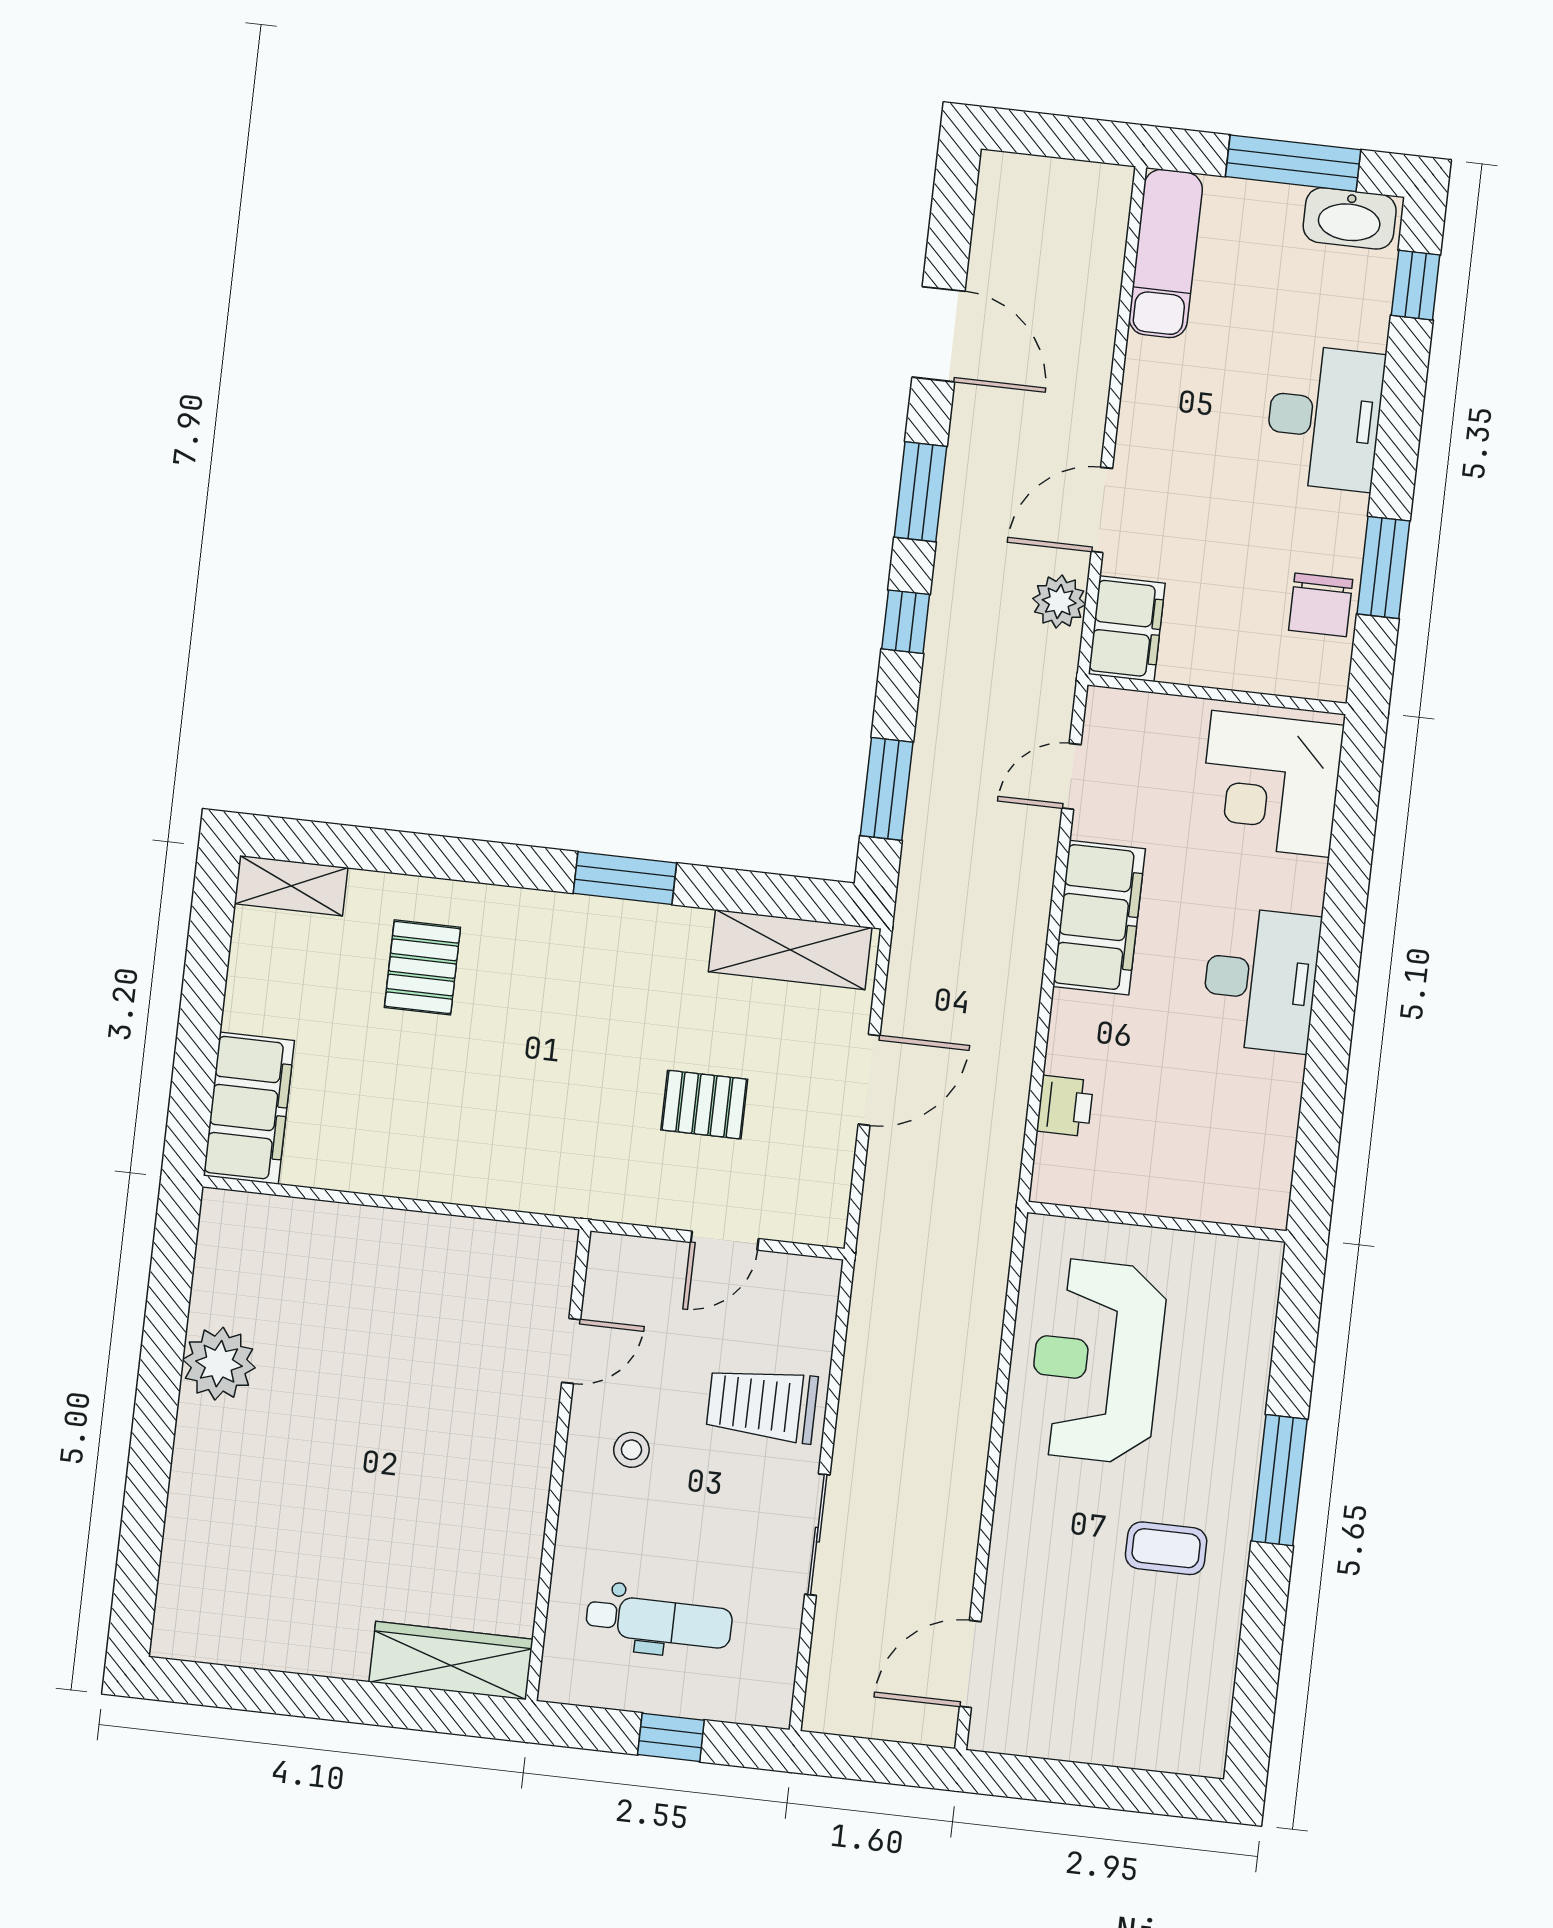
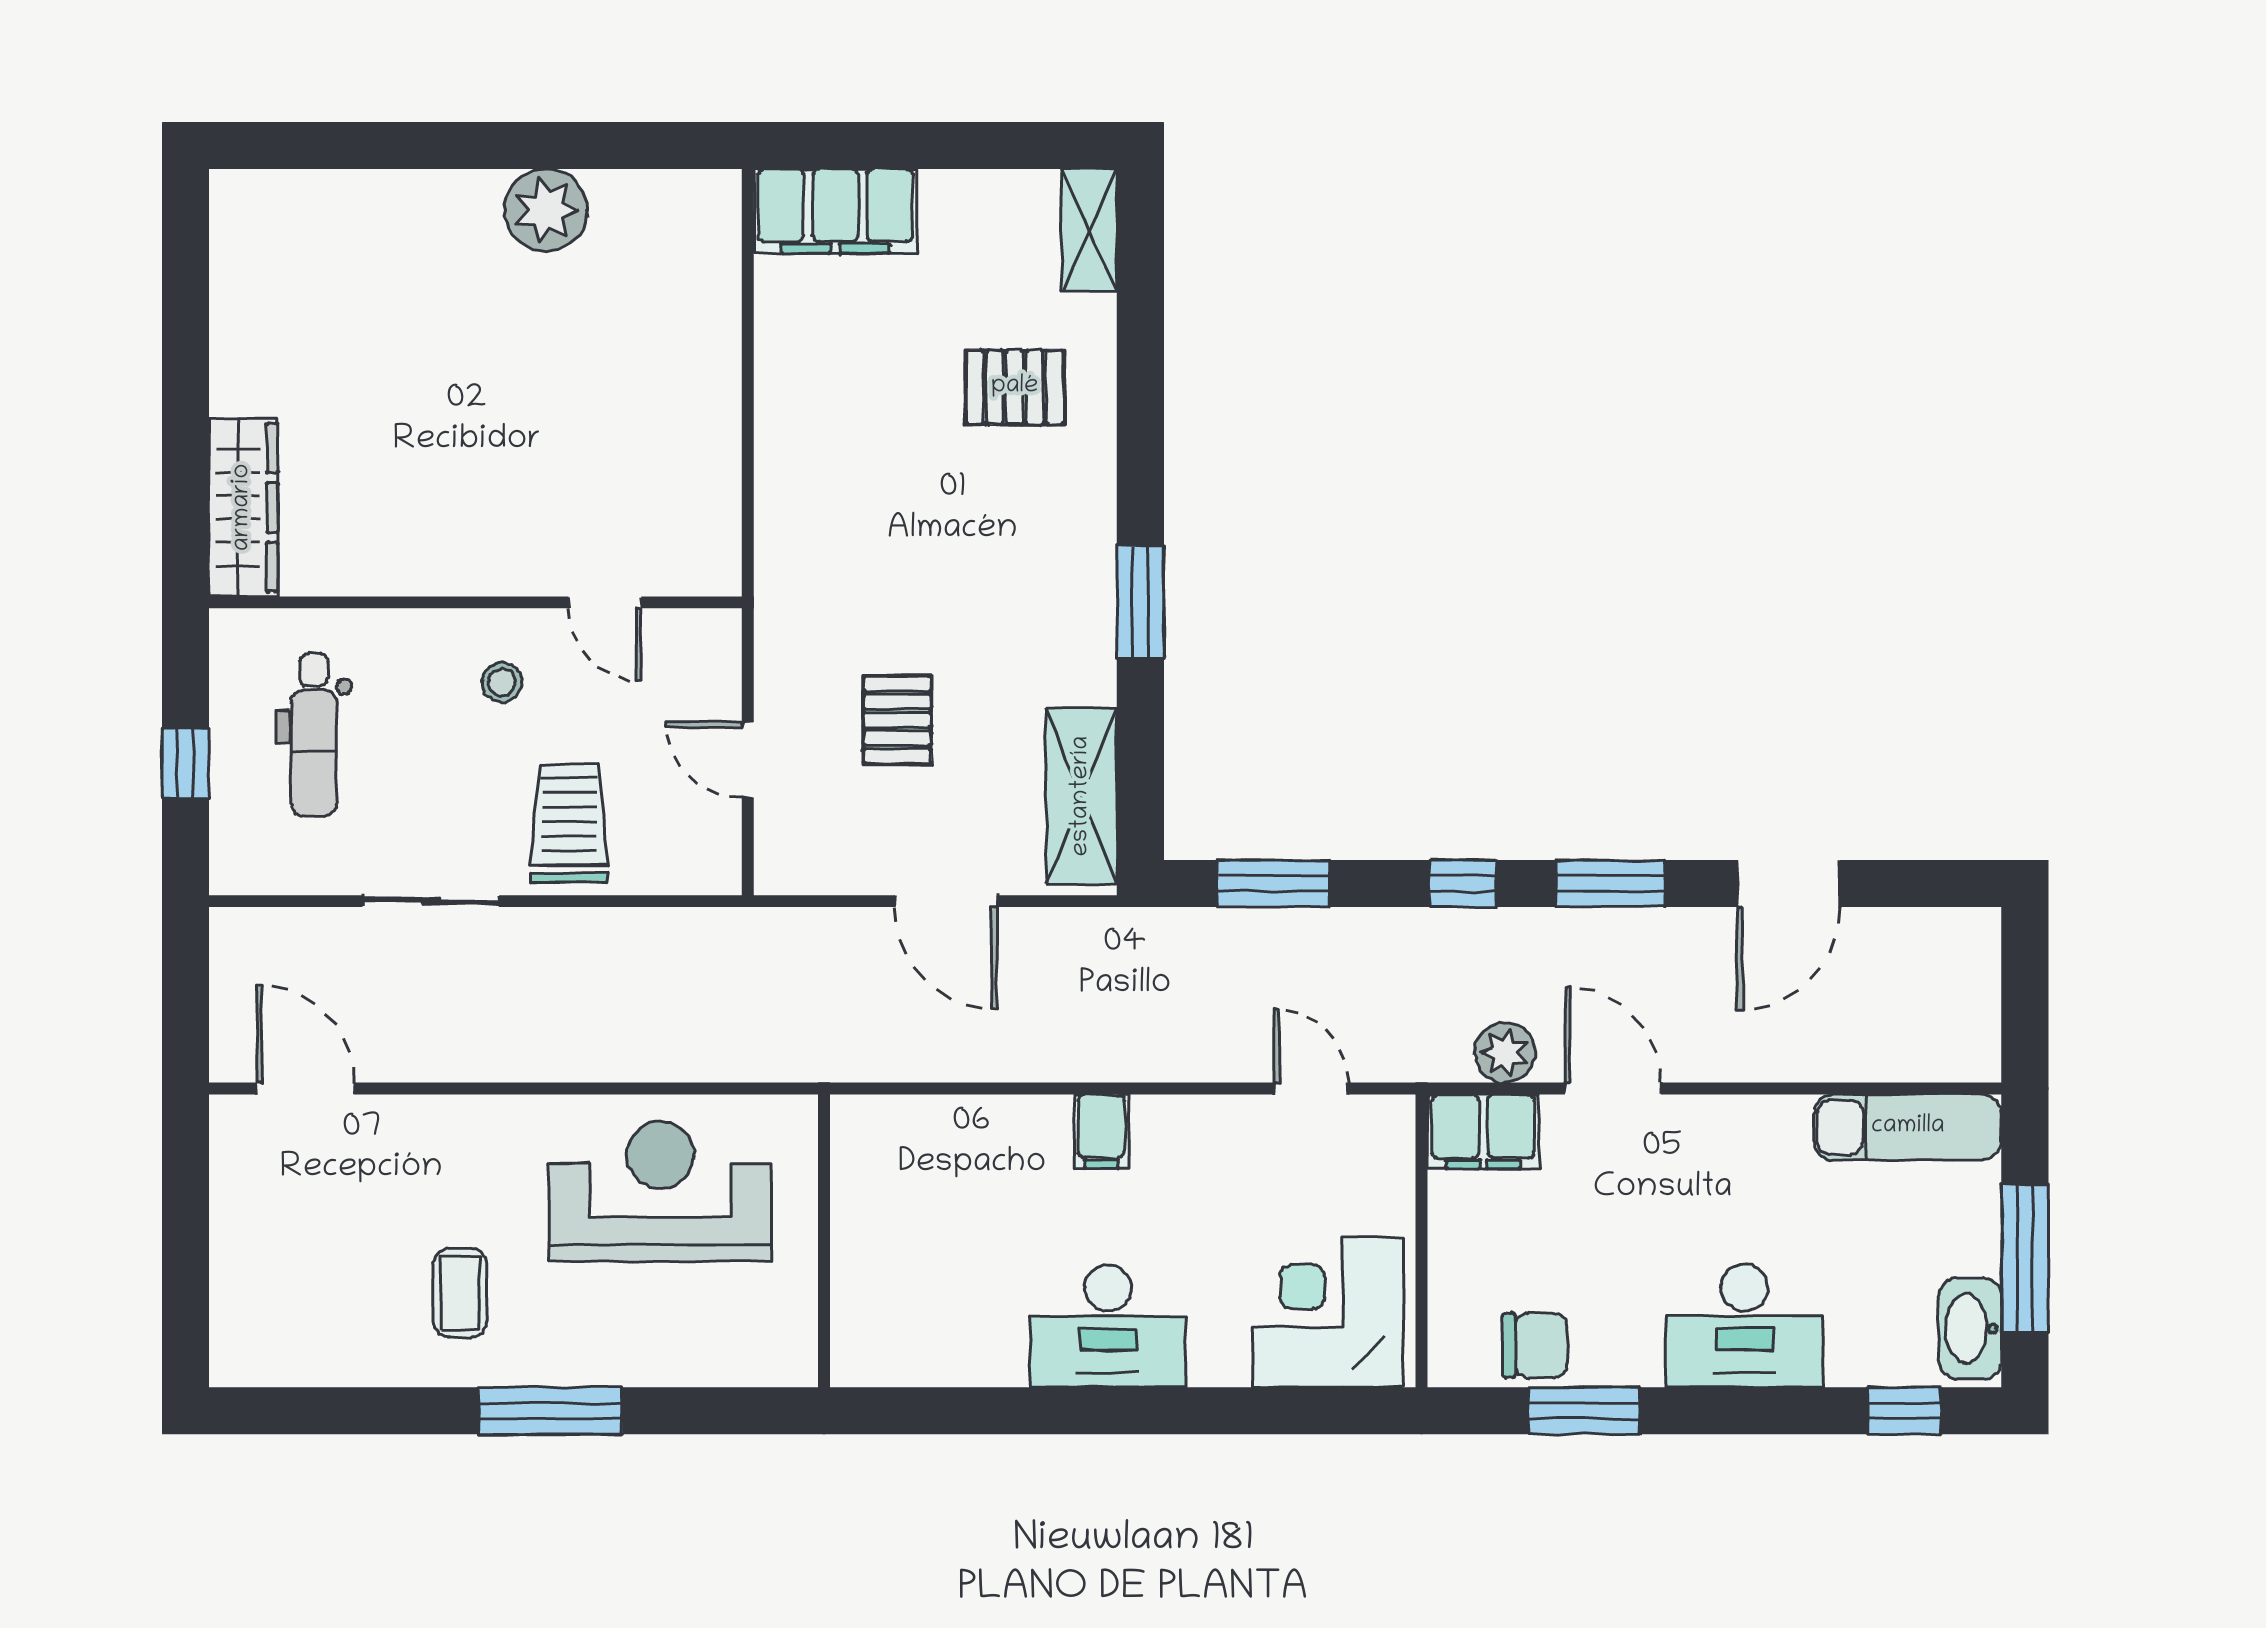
chair: (1321, 605) -> (1535, 1345), turned 180
filing cabinet: (1099, 918) -> (1101, 1131), width x0.33, depth x0.86
printer: (1065, 1106) -> (942, 1123), removed

